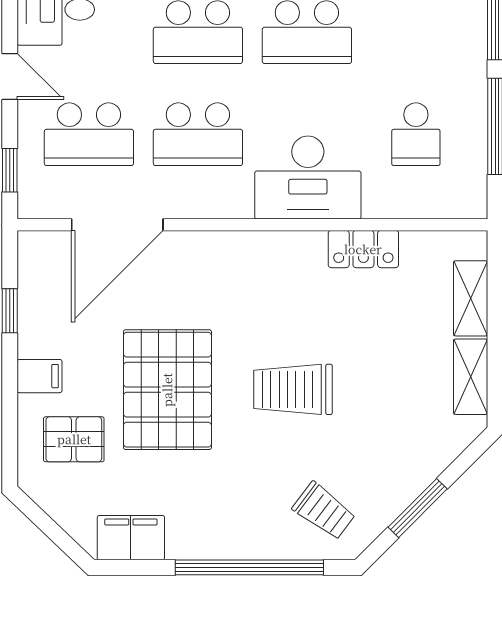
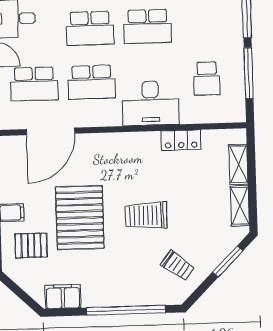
window: (418, 508) -> (228, 261), moved
trolley: (324, 511) -> (178, 266), moved

